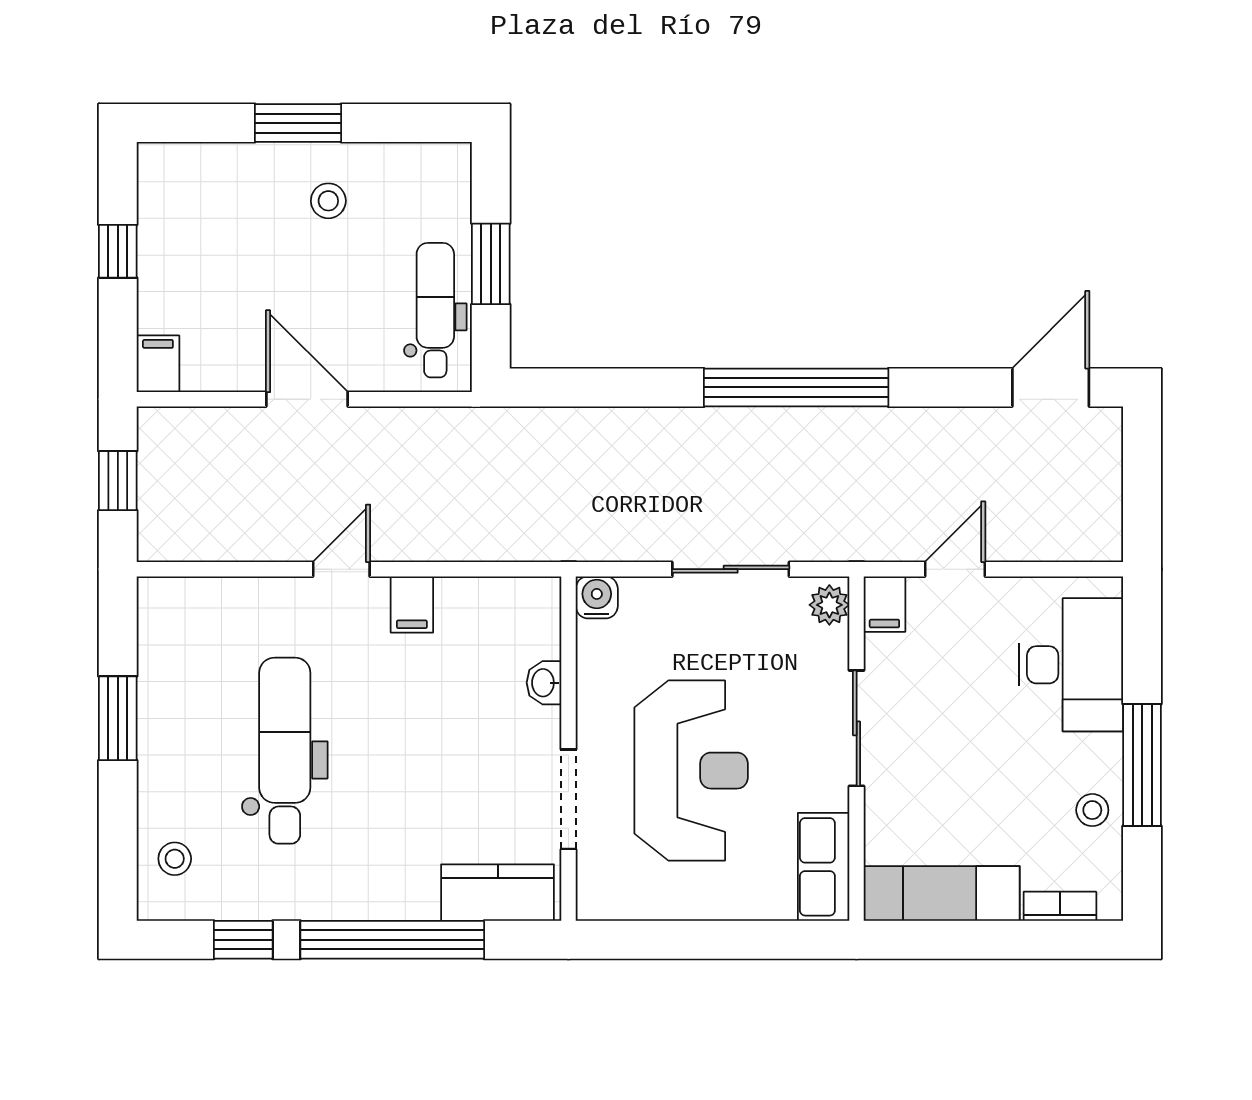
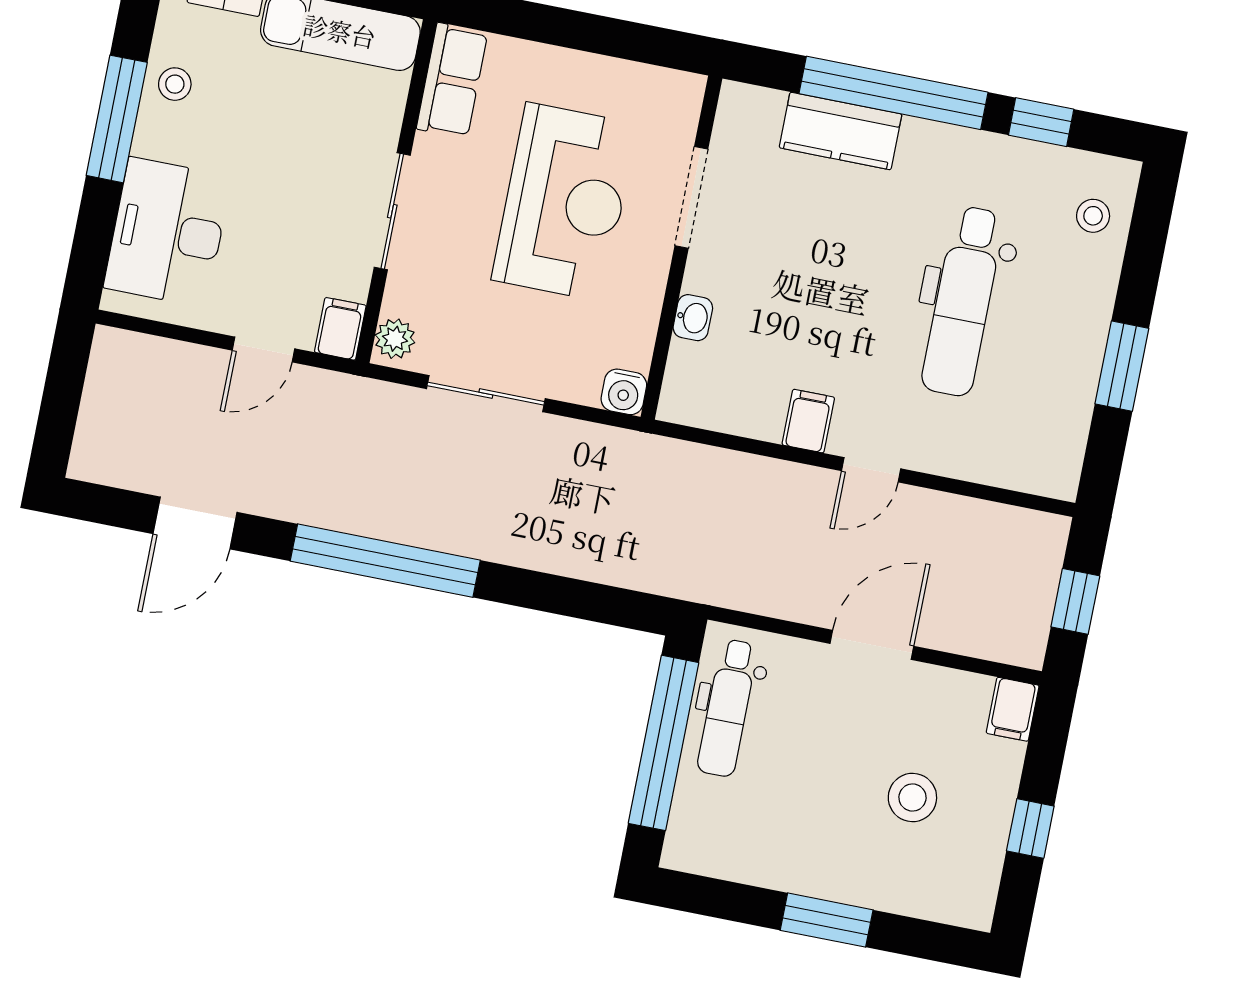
stool: (328, 201) -> (912, 798), moved, width x1.37, depth x1.37
window: (491, 264) -> (663, 743), width x2.11
door: (1051, 387) -> (195, 523), moved
door: (307, 399) -> (872, 645), swing flipped
reception desk: (691, 771) -> (564, 202), turned 180
kitchen counter: (498, 893) -> (841, 131), moved

